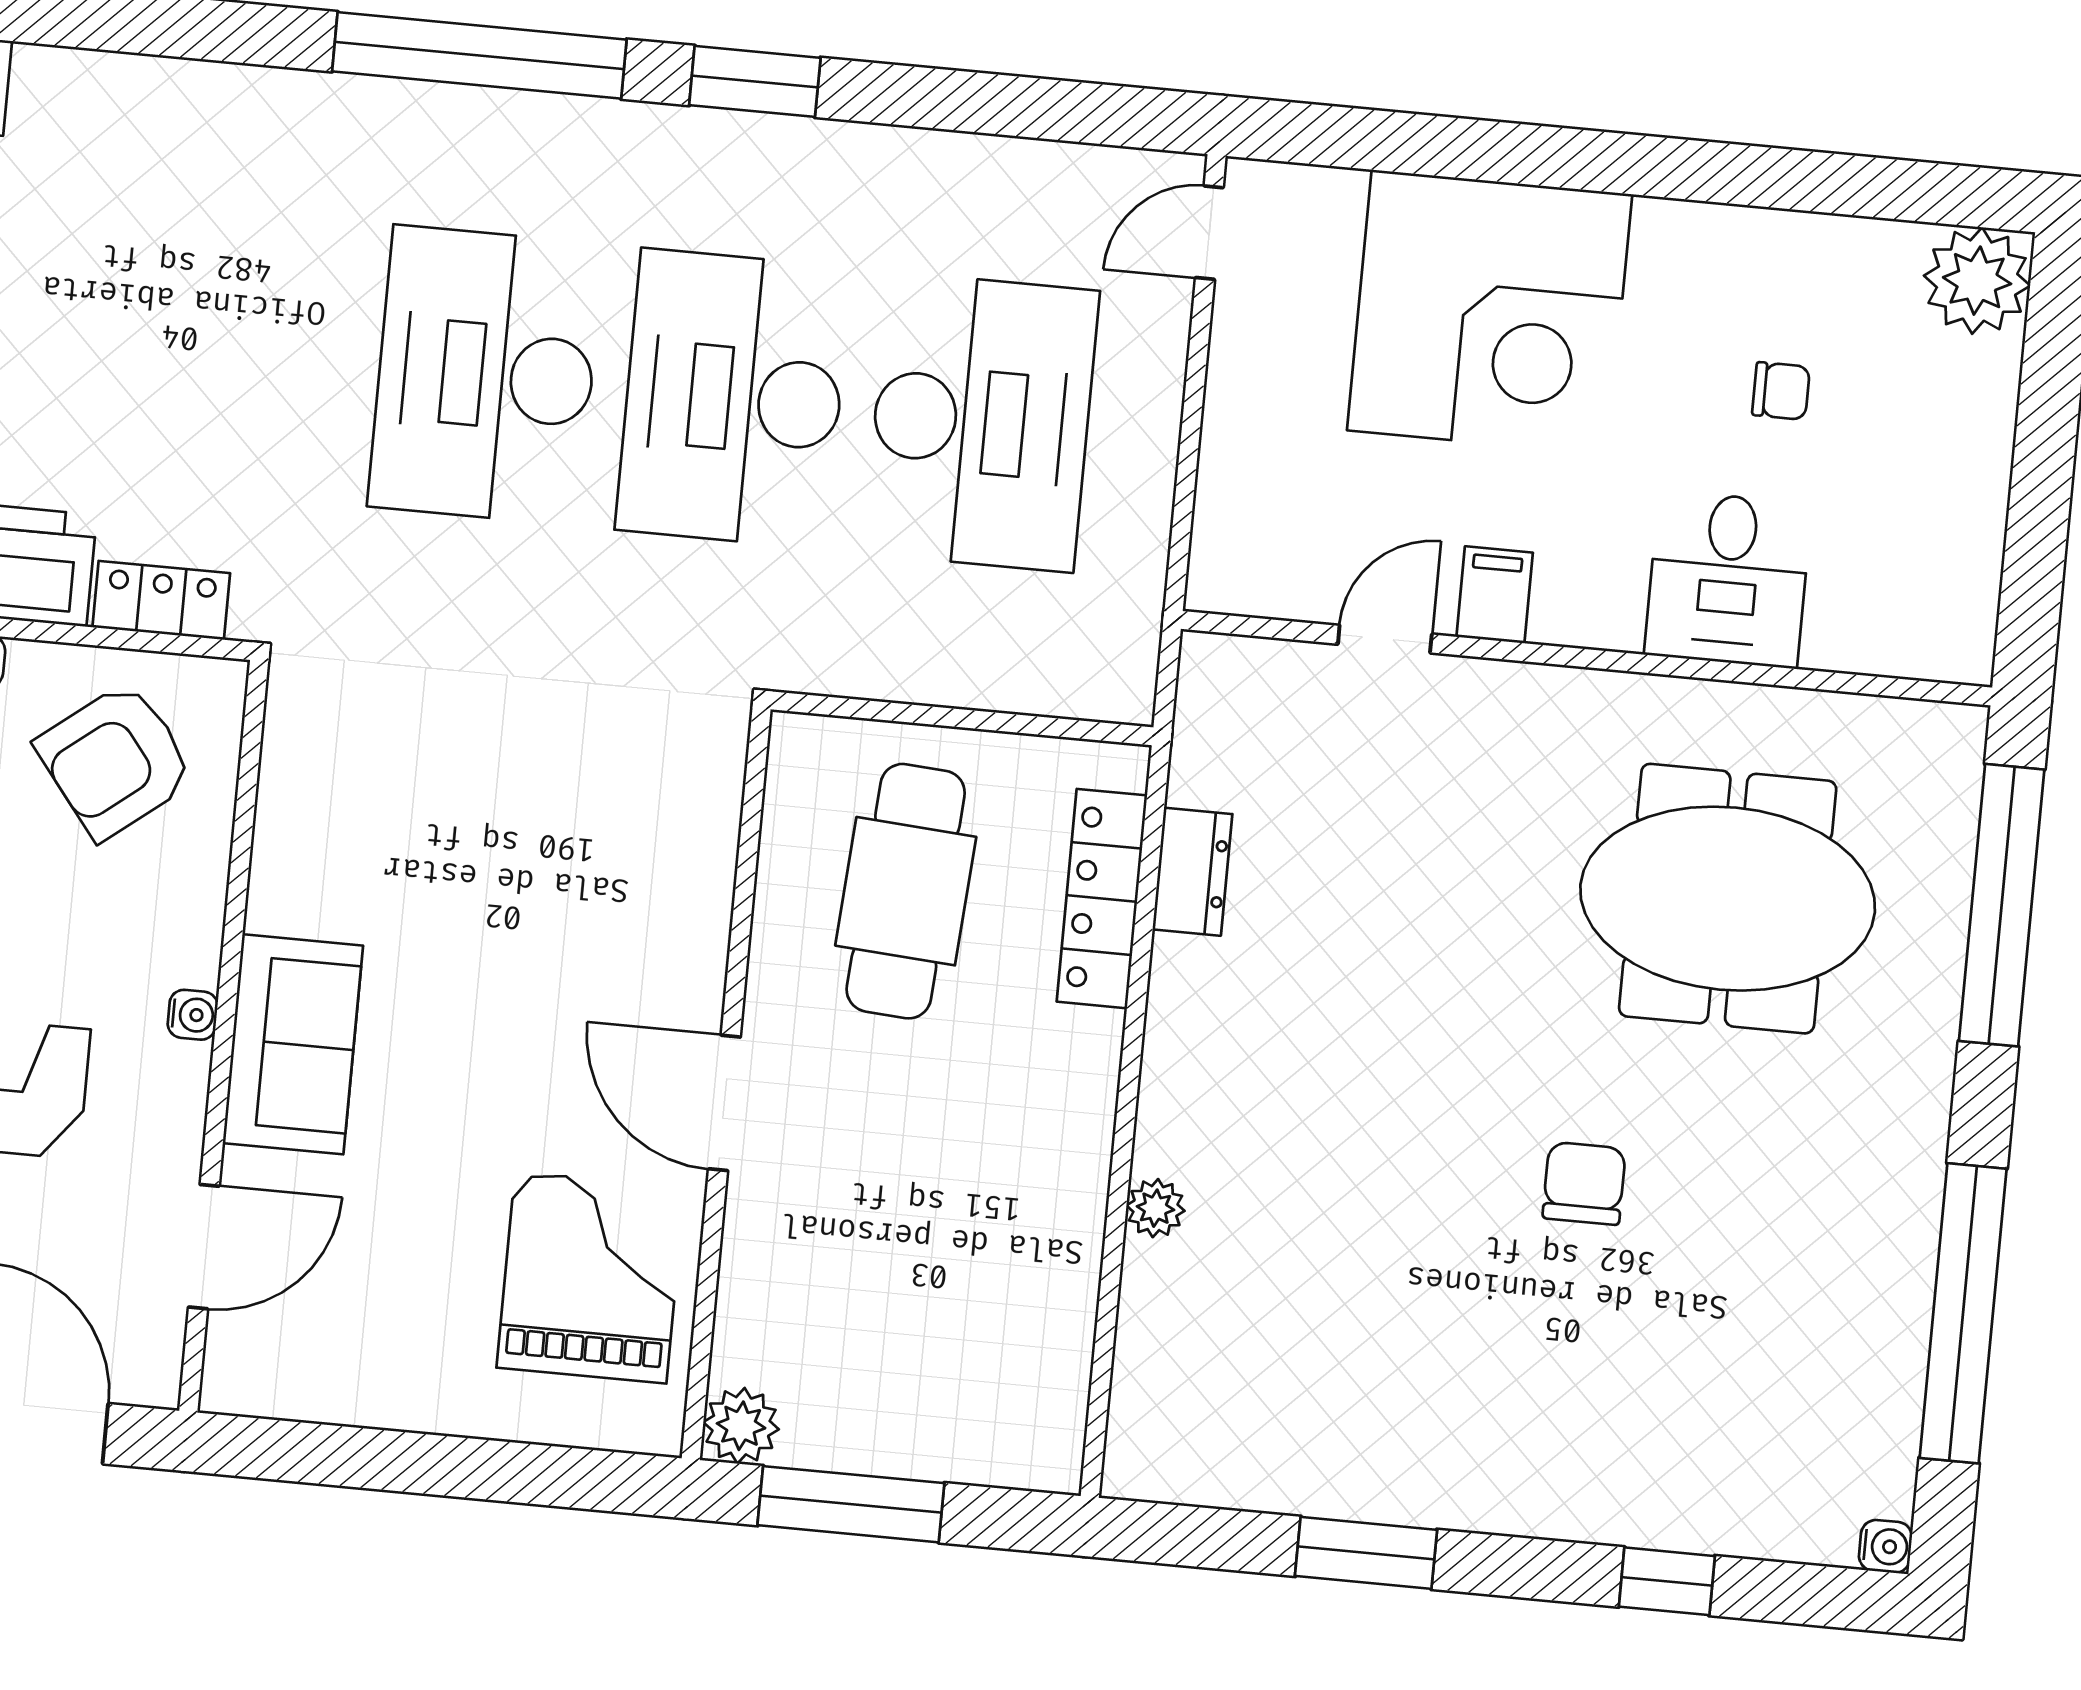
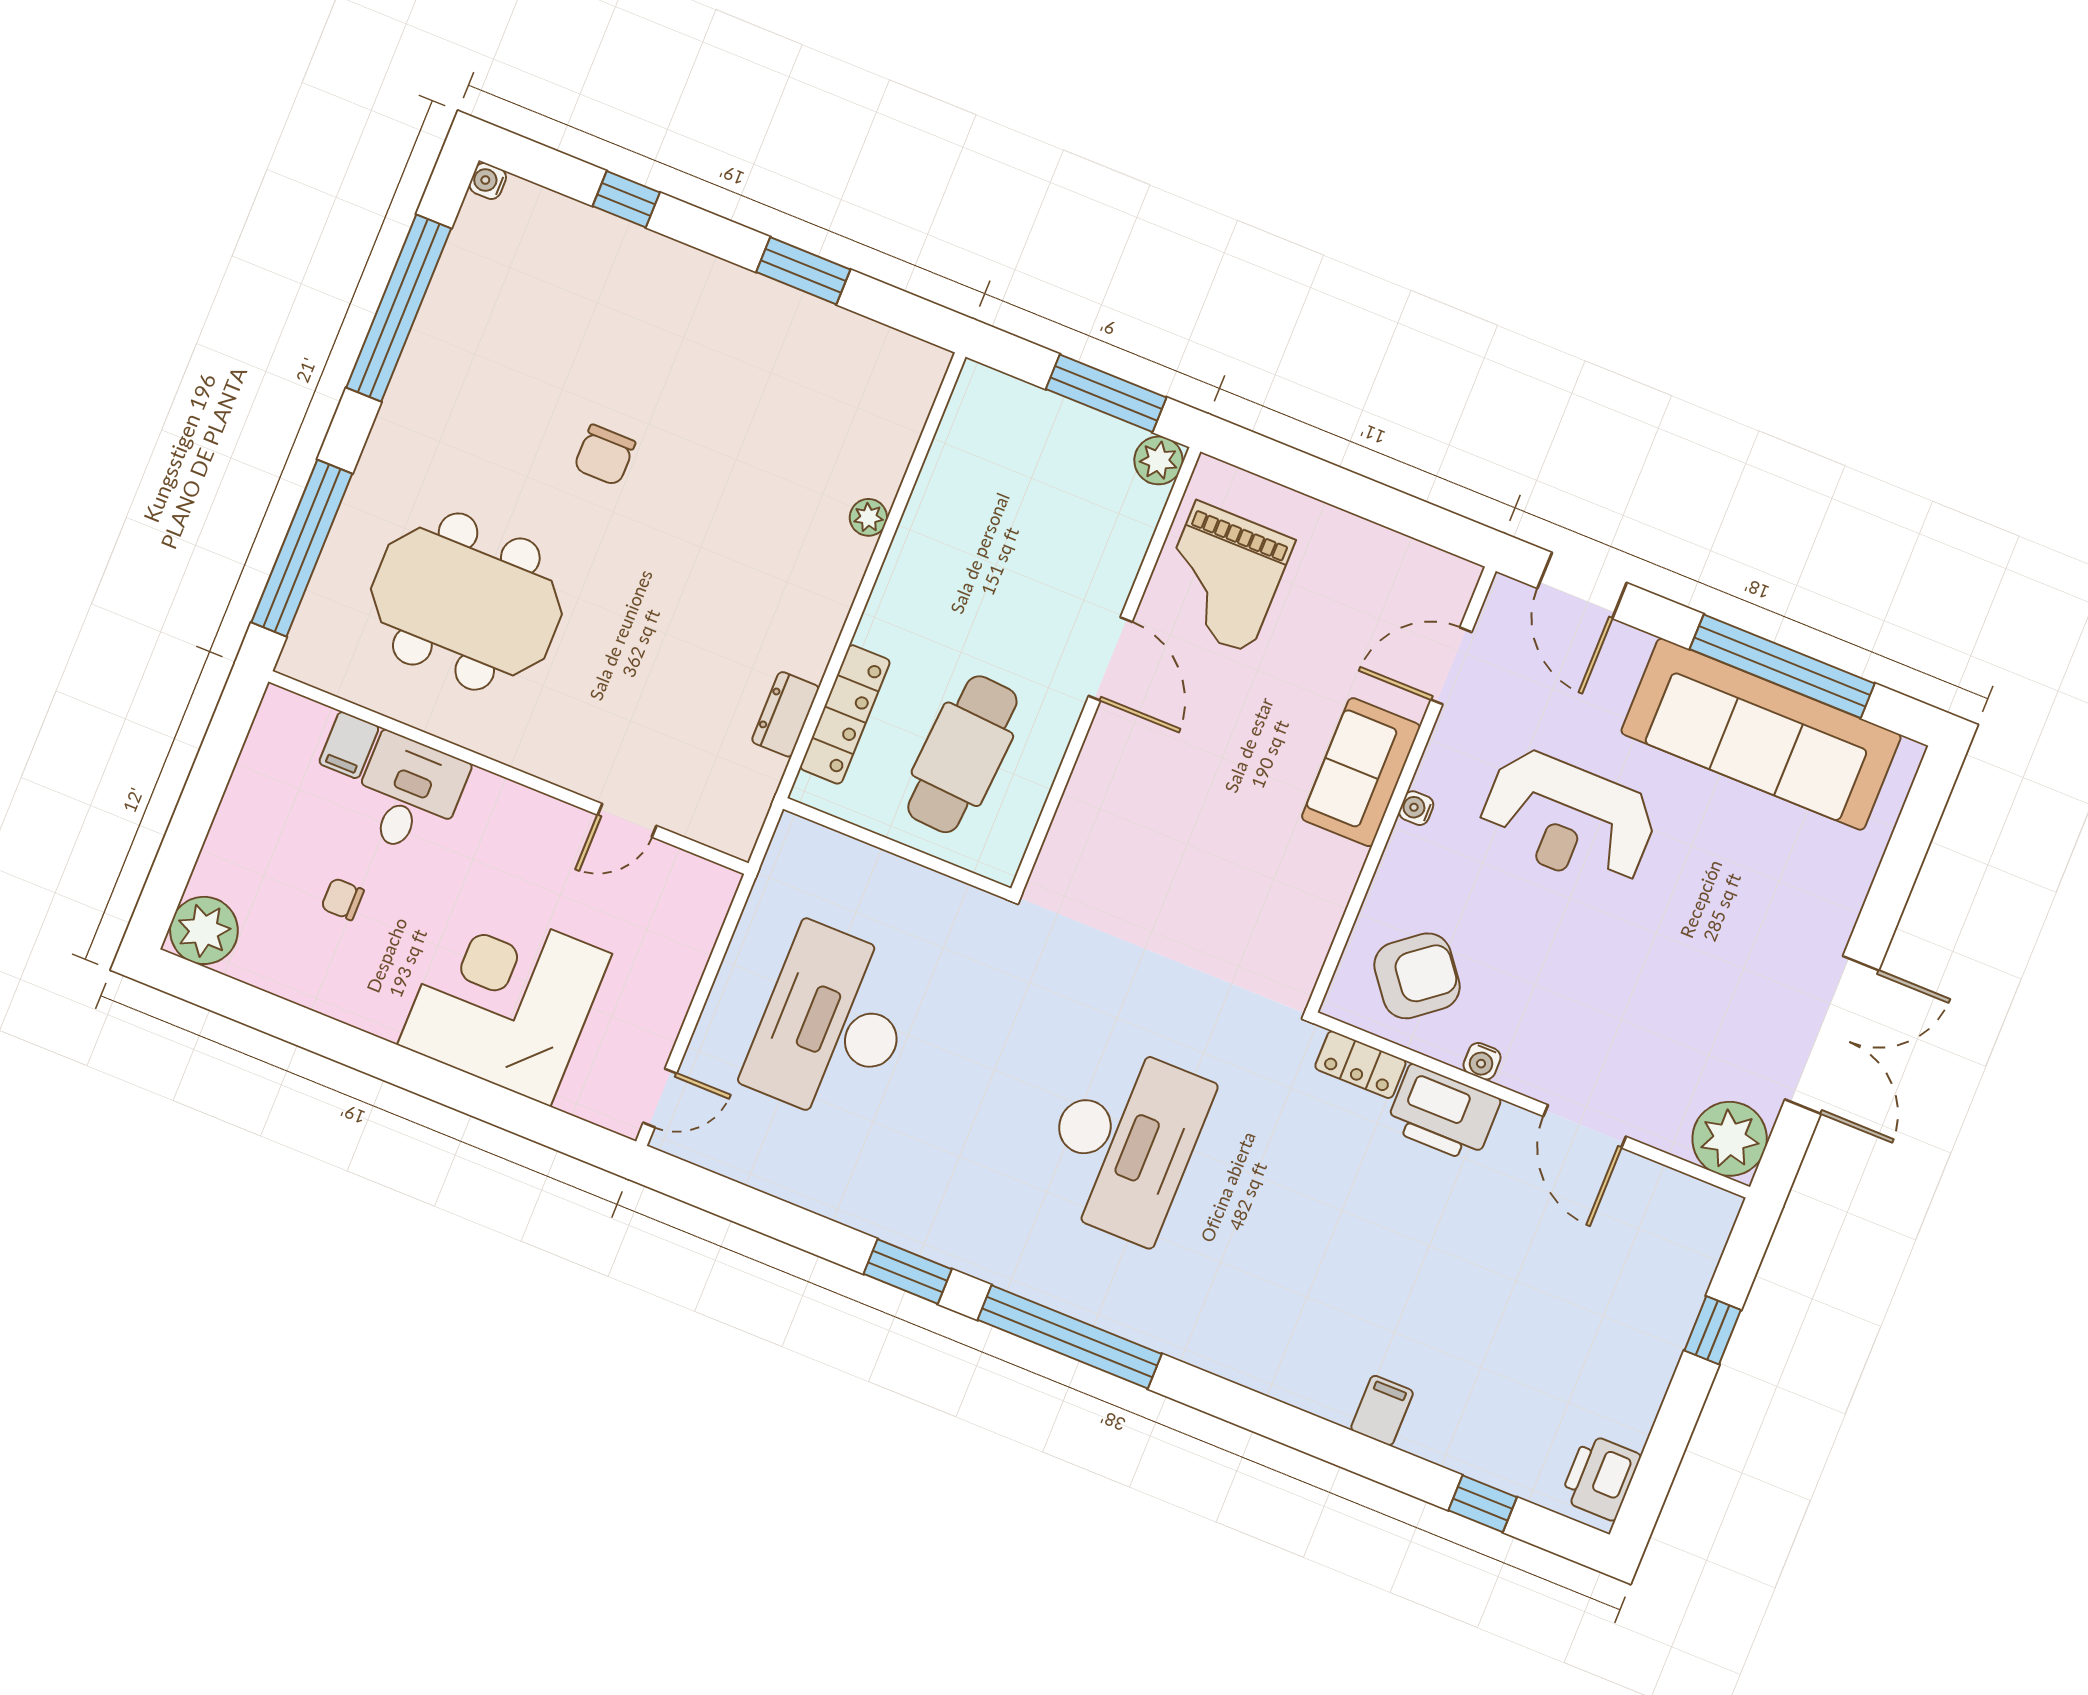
desk: (733, 399) -> (978, 1083), removed
filing cabinet: (1495, 595) -> (349, 745), moved

